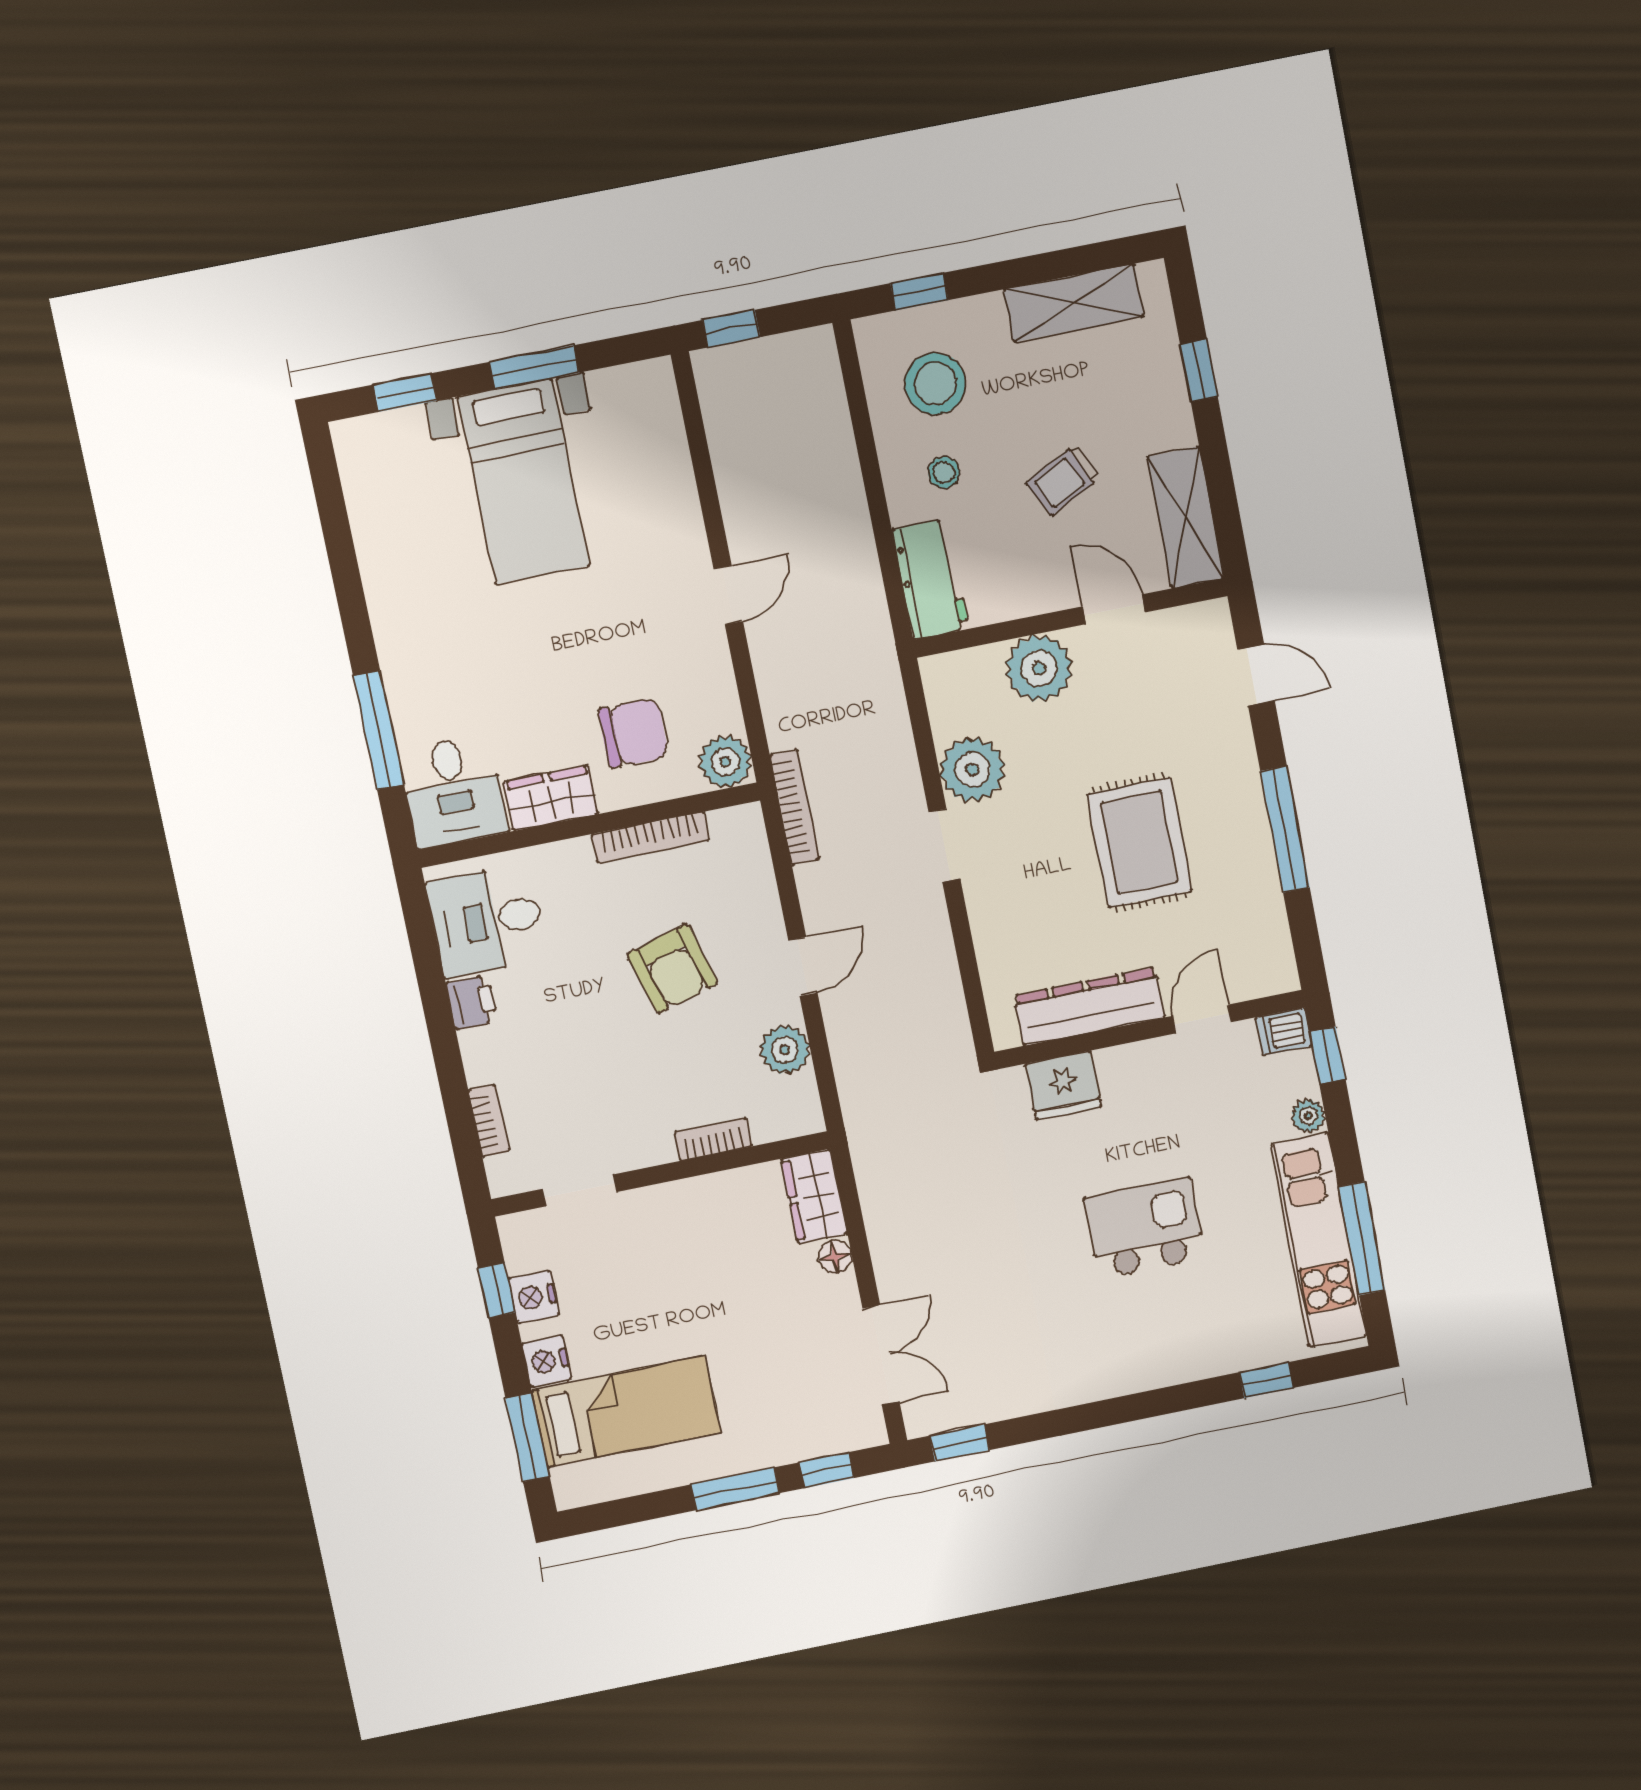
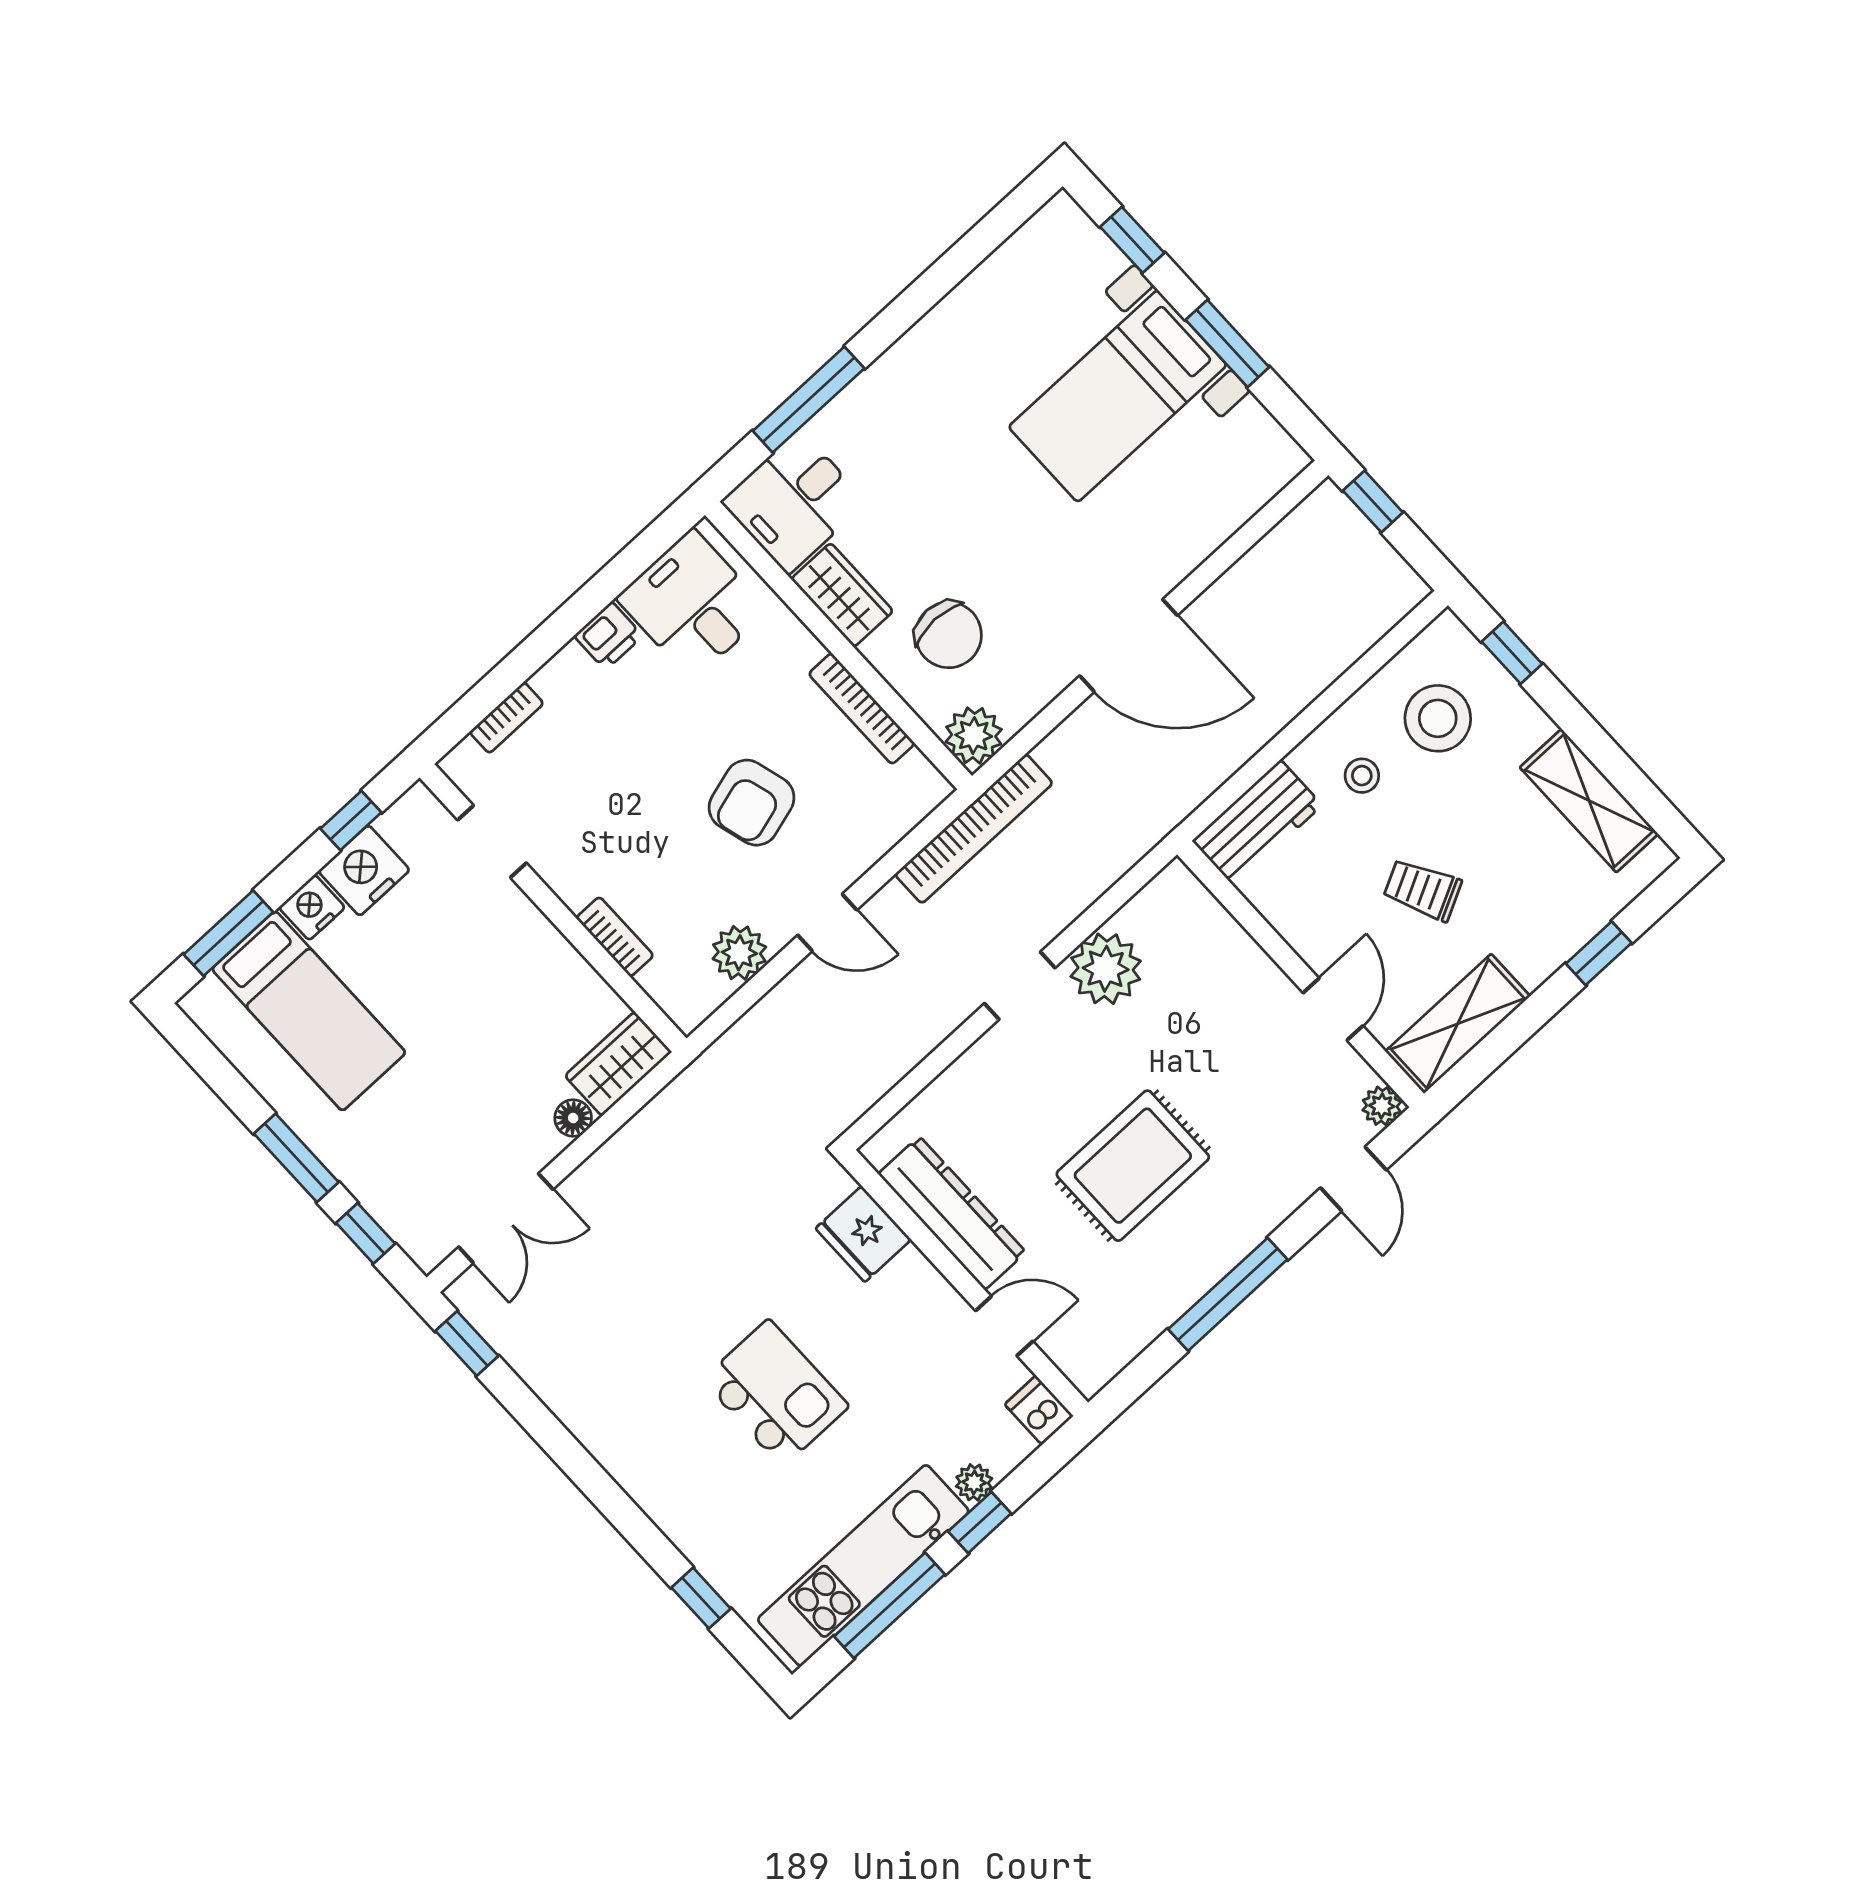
door: (728, 595) -> (1128, 646), width x1.88
plant: (1039, 668) -> (1382, 1106), moved, width x0.53, depth x0.53
bookcase: (795, 807) -> (974, 829), width x1.48, depth x1.31
window: (1328, 1055) -> (980, 1522), moved
nightstand: (534, 1297) -> (364, 871), width x1.36, depth x1.33

